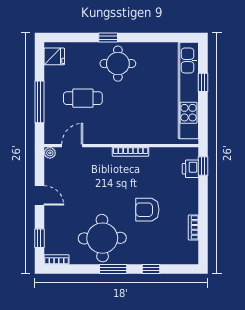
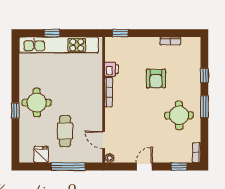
fridge: (54, 56) -> (41, 154), moved
printer: (190, 169) -> (111, 69), moved, turned -90
round table: (102, 238) -> (179, 115), width x0.73, depth x0.73

